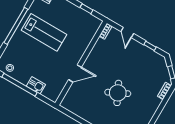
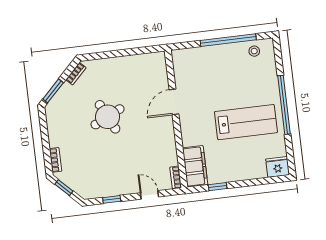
filing cabinet: (90, 29) -> (195, 166), added
lab bench: (44, 32) -> (246, 122), turned 180
kitchen sink: (36, 85) -> (209, 54), removed

